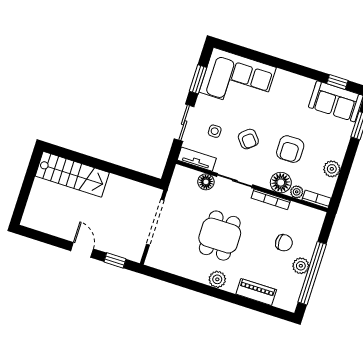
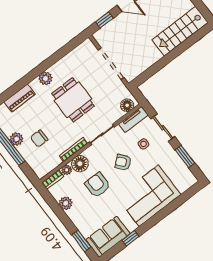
corner sofa: (238, 80) -> (149, 196), moved
window: (337, 82) -> (130, 238), moved
floor lamp: (206, 182) -> (127, 105), moved

